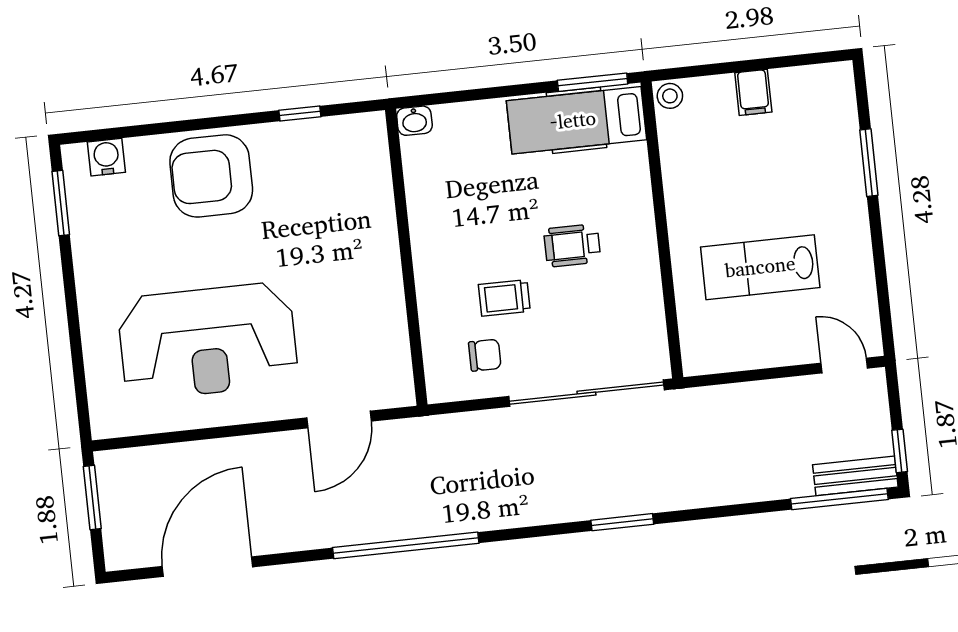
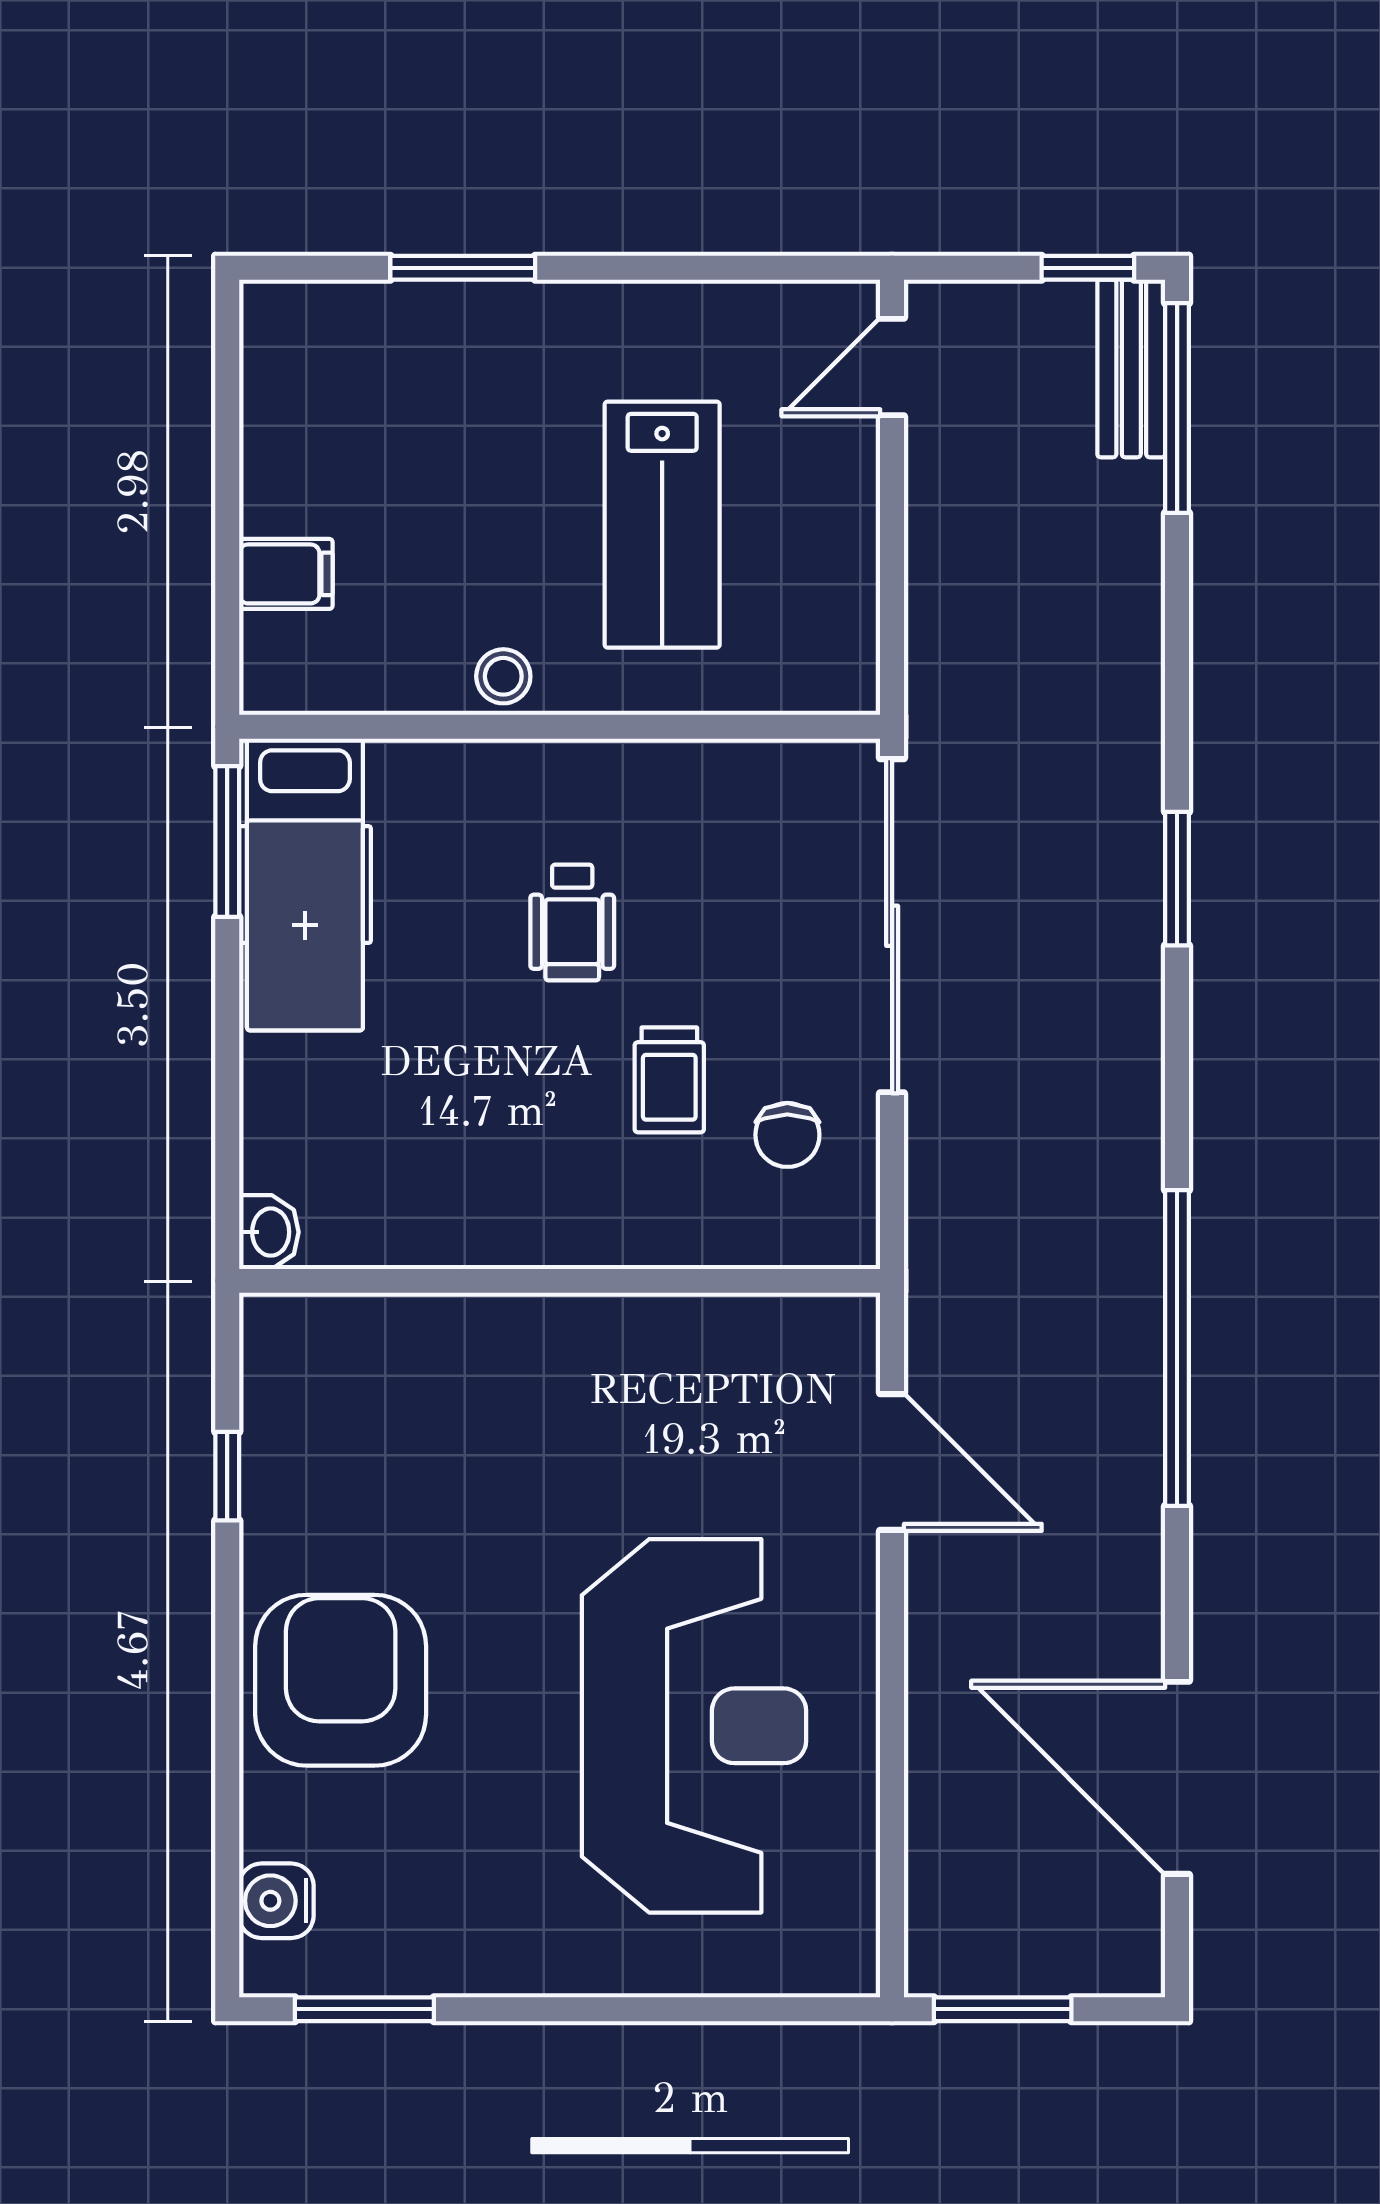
filing cabinet: (753, 92) -> (286, 574), moved
stool: (670, 96) -> (503, 676), moved
armchair: (211, 176) -> (341, 1680), turned 180
chair: (485, 355) -> (787, 1135), turned 180

